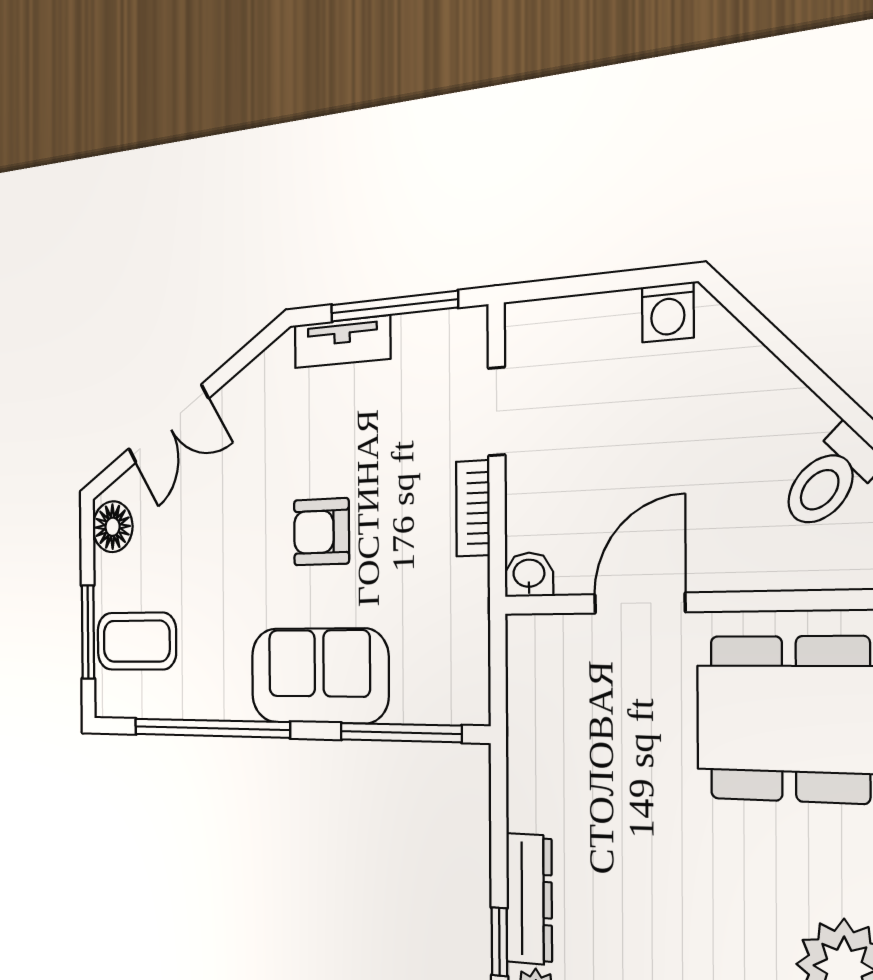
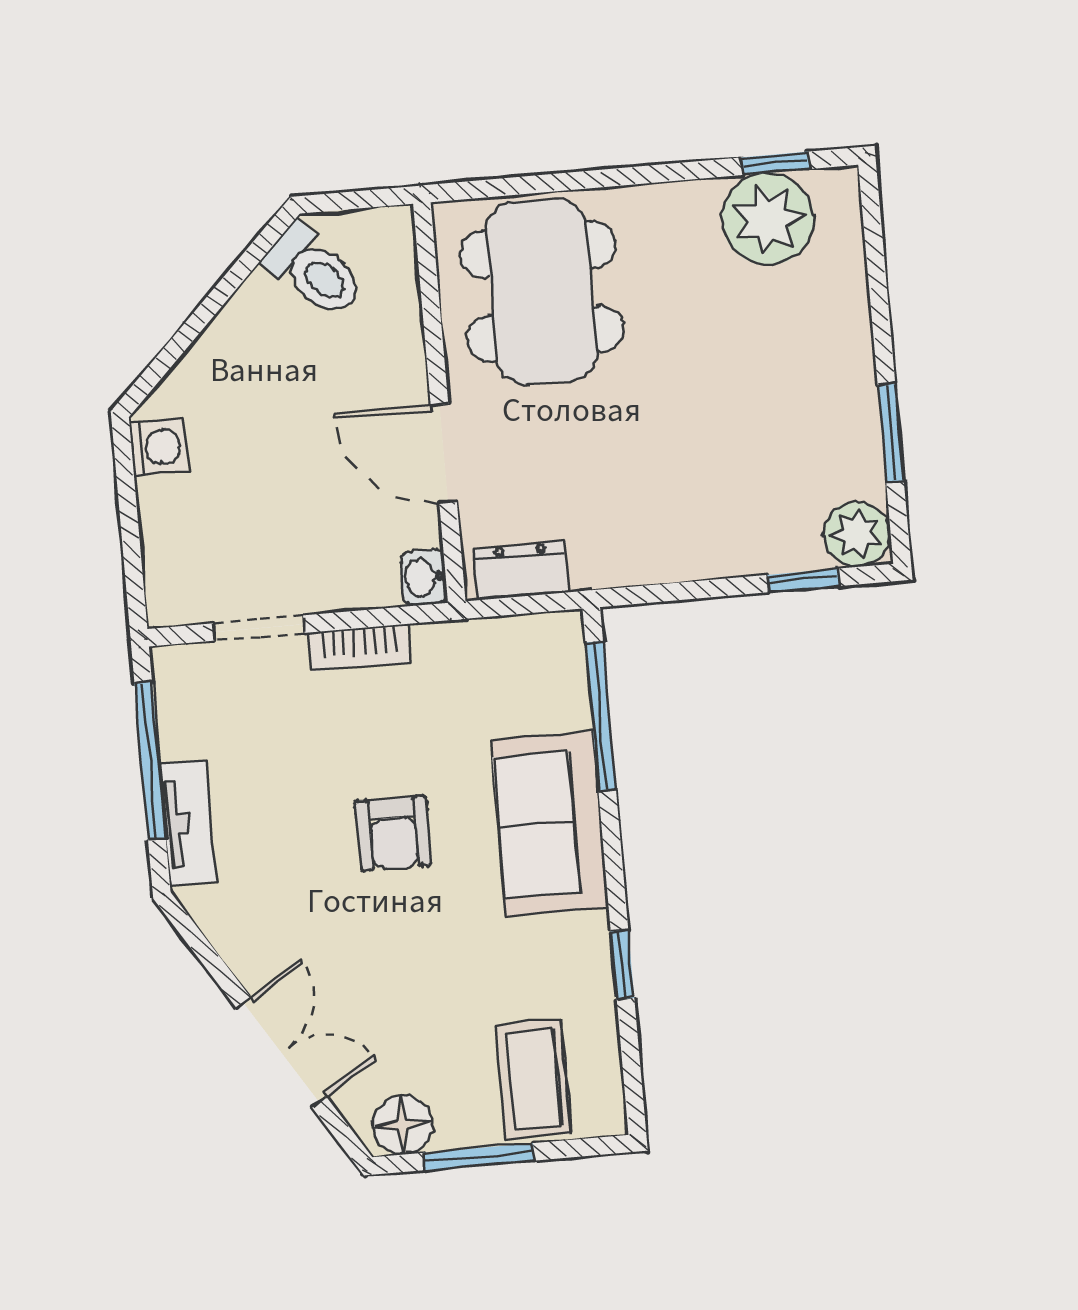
window: (88, 632) -> (479, 1157), moved
window: (211, 728) -> (622, 965), width x0.32
dresser: (529, 899) -> (522, 570), moved, width x0.70

